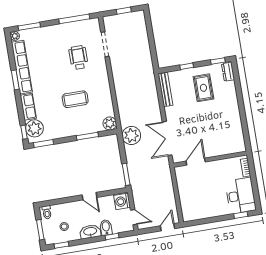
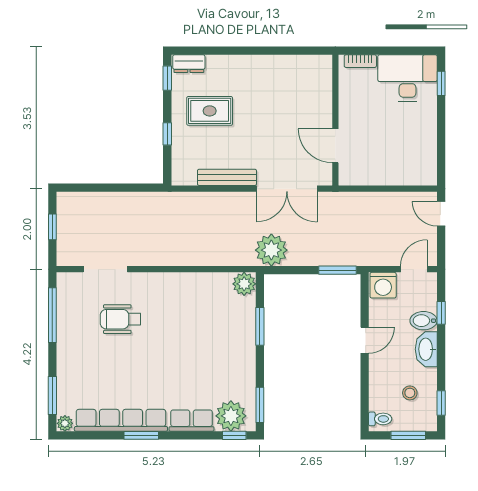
bench: (165, 90) -> (227, 177), moved
coffee table: (75, 99) -> (192, 337), removed

